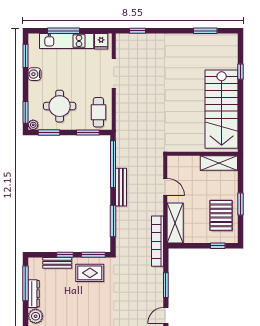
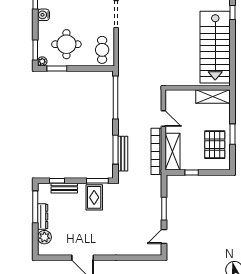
window: (88, 132) -> (93, 68), removed
bench: (121, 187) -> (123, 154), moved
bookcase: (158, 241) -> (156, 151), moved
window: (218, 246) -> (192, 172), moved
window: (65, 255) -> (57, 181), moved
rug: (90, 273) -> (94, 197), turned 90

